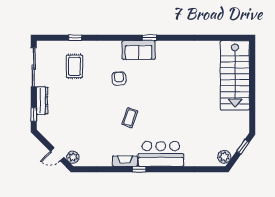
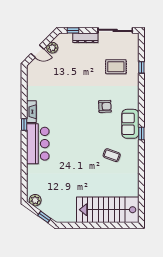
coffee table: (130, 118) -> (112, 155), moved
door: (57, 154) -> (37, 51), swing flipped
plant: (73, 157) -> (52, 48), moved

